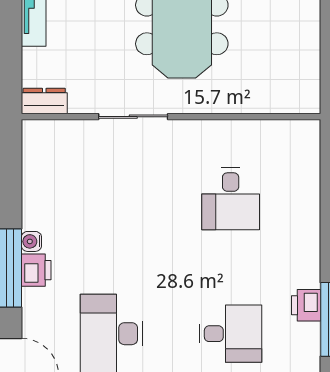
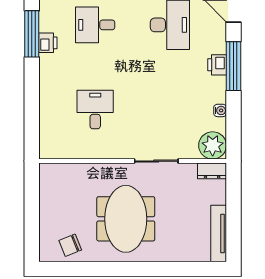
plant: (43, 141) -> (213, 145), added
water cooler: (31, 241) -> (220, 110), moved

